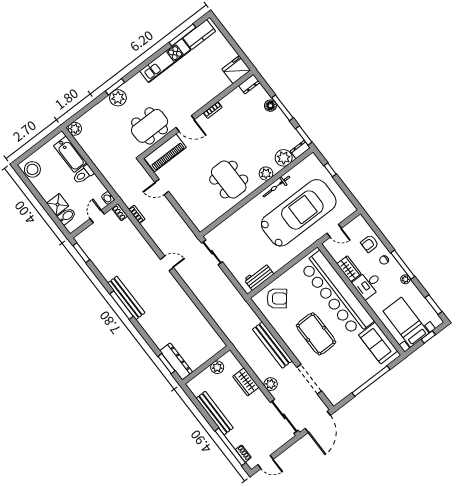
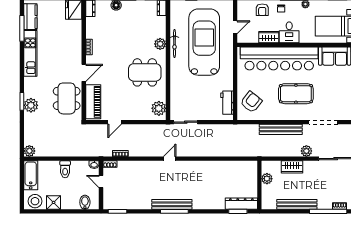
bathtub: (70, 154) -> (31, 175), moved, turned -90
plant: (284, 158) -> (159, 108), moved
shower: (58, 205) -> (54, 202), moved

